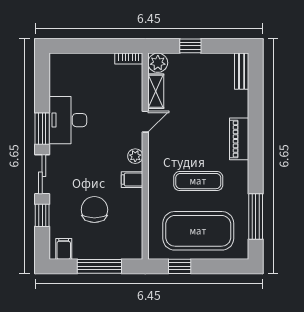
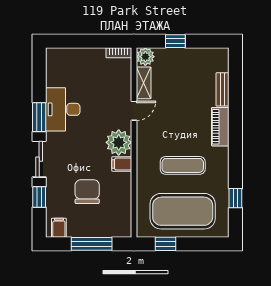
bench: (242, 71) -> (222, 89), moved
plant: (135, 156) -> (119, 142), width x1.87, depth x1.87
window: (256, 217) -> (235, 198), width x0.46

